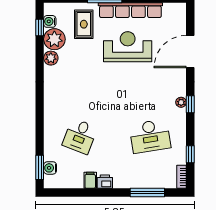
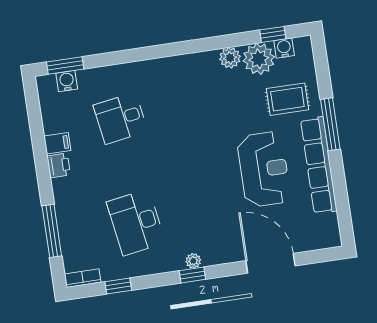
desk: (80, 136) -> (120, 118), turned -30

